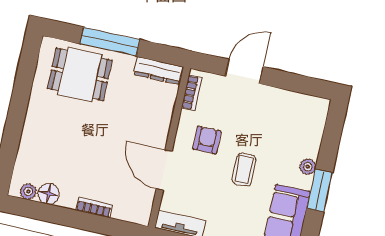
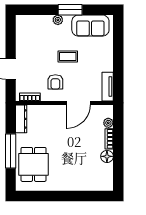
armchair: (207, 140) -> (55, 82), turned -90
plant: (28, 192) -> (108, 123), moved
floor lamp: (49, 194) -> (107, 156), moved

